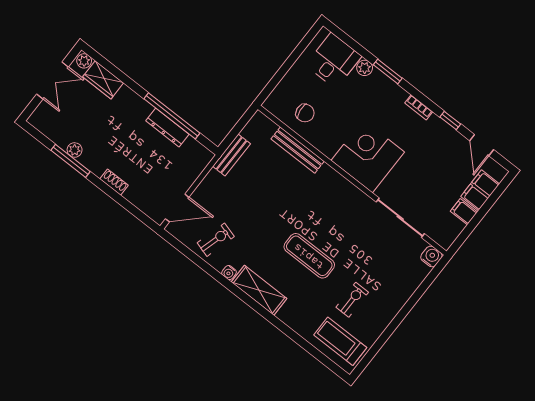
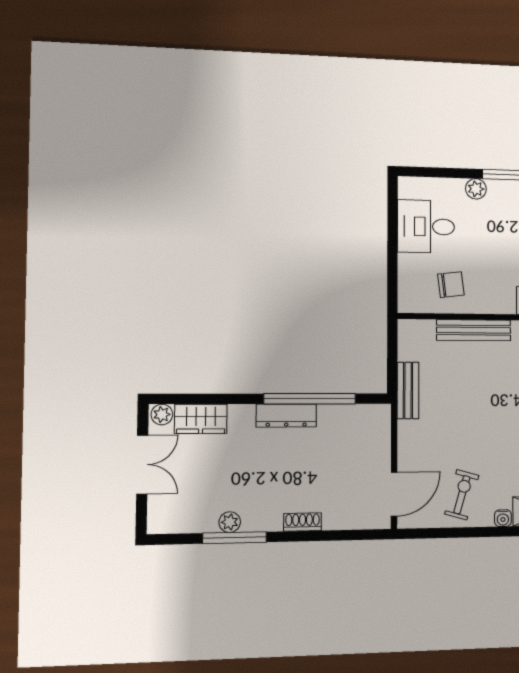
desk: (334, 61) -> (426, 227), moved, turned -90
dresser: (167, 127) -> (286, 415), moved

